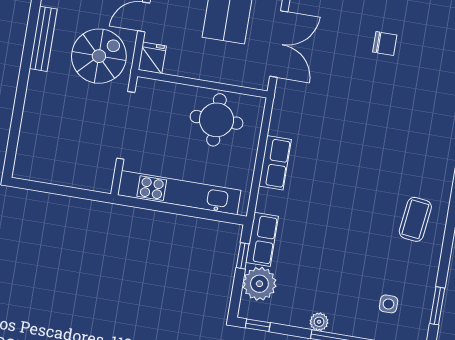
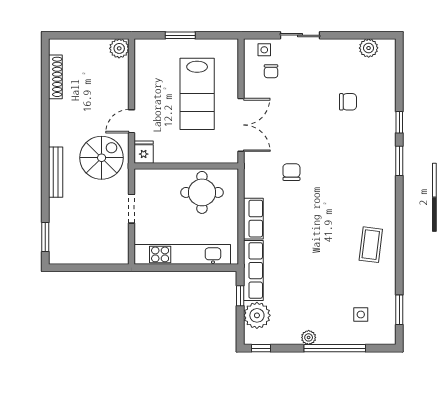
bench: (43, 39) -> (56, 172), moved
chair: (385, 44) -> (348, 102), moved
chair: (332, 113) -> (291, 172), added
doorway: (126, 125) -> (132, 209), width x0.53
window: (13, 143) -> (45, 237), added
row of seats: (262, 239) -> (253, 271), width x1.48

